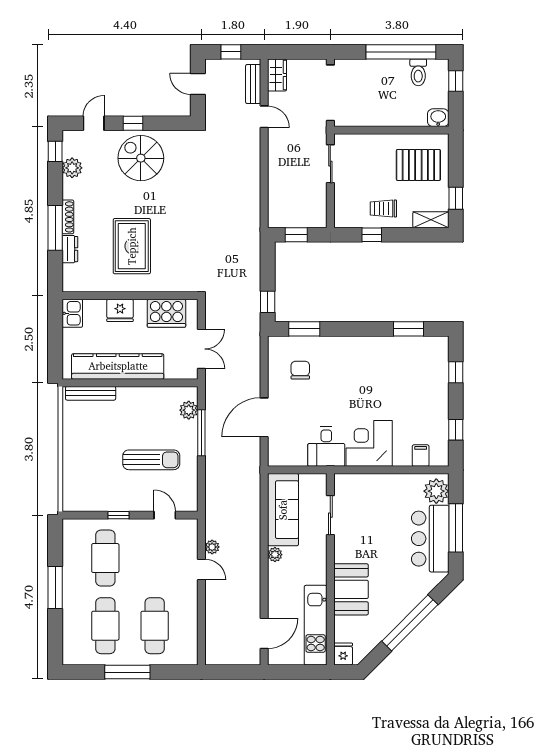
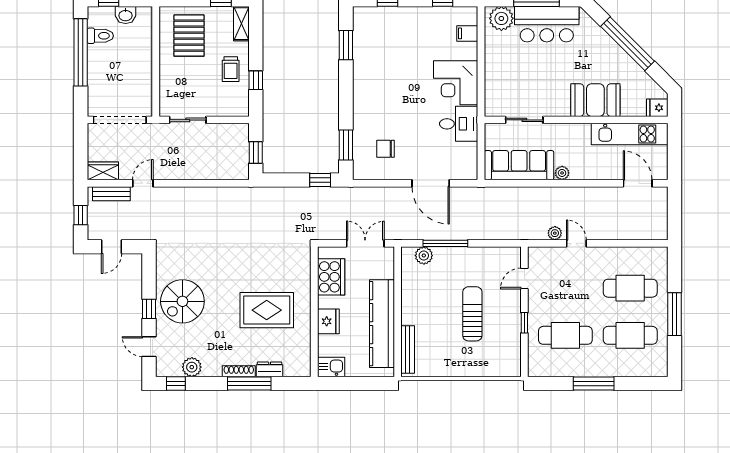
washbasin: (438, 118) -> (126, 15), moved, turned -90
sun lounger: (151, 460) -> (472, 314), moved
door: (201, 570) -> (576, 243), hinge flipped

